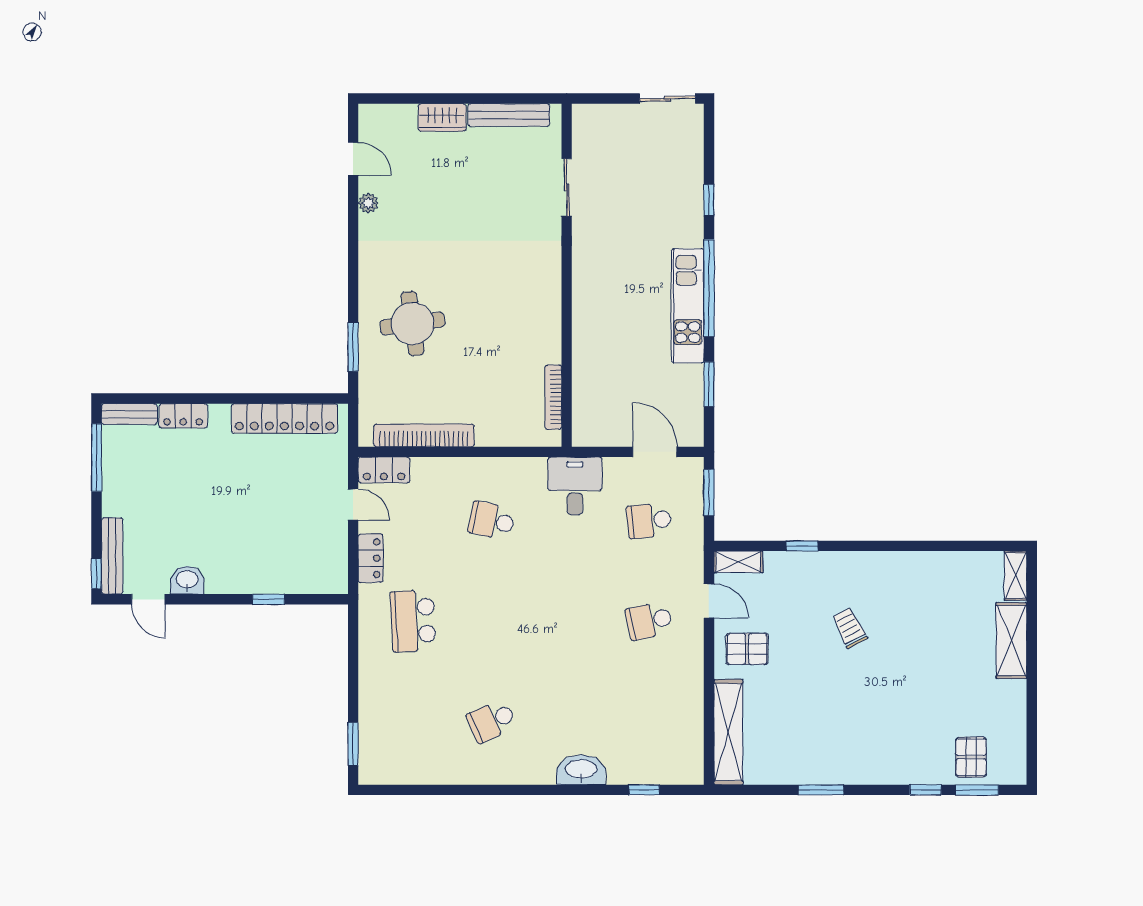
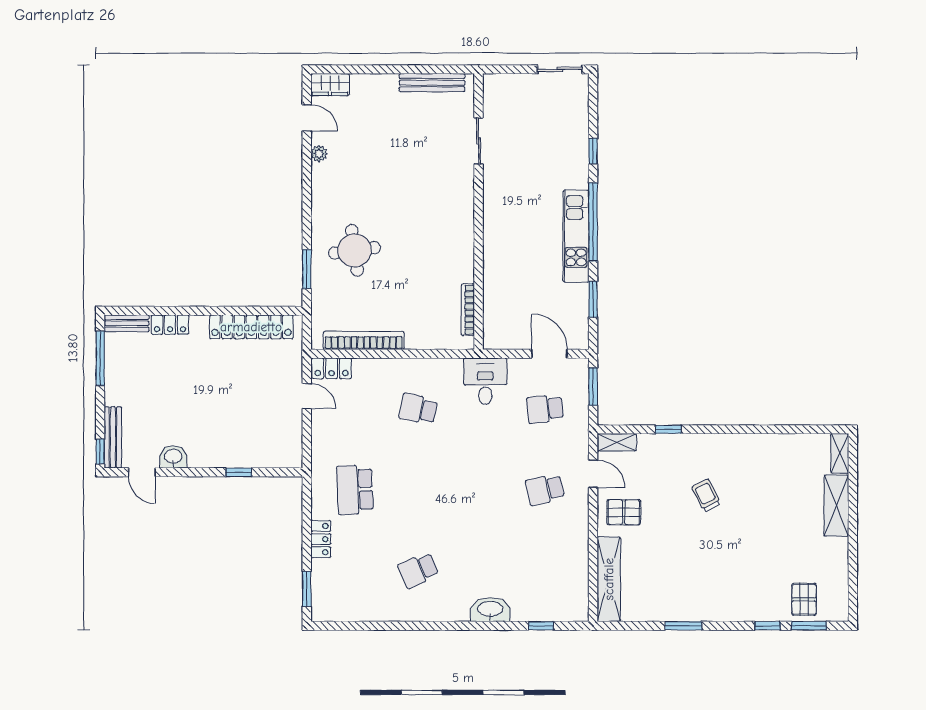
wardrobe: (442, 118) -> (330, 85), moved
locker: (371, 558) -> (321, 539), moved

